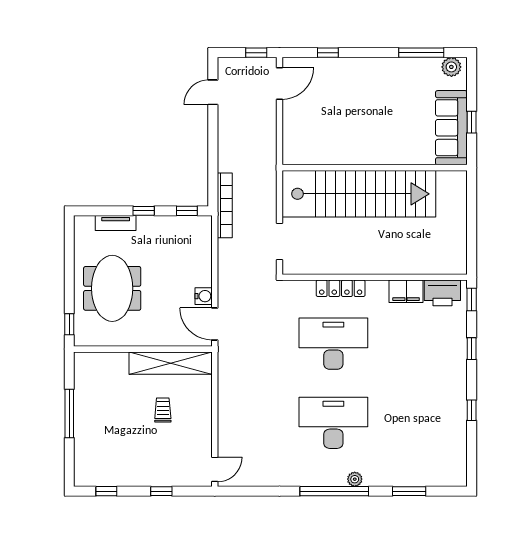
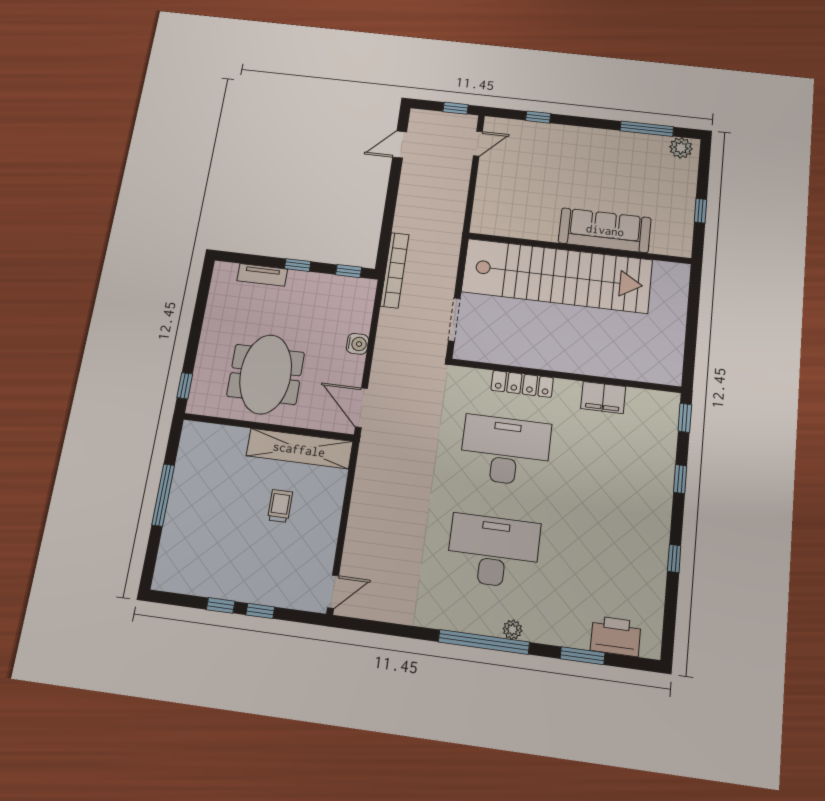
door: (279, 83) -> (478, 144), width x0.73
sofa: (451, 128) -> (605, 230), moved, turned 90
meeting table: (112, 288) -> (266, 374), moved
printer: (442, 293) -> (616, 636), moved, turned 180
water cooler: (204, 296) -> (357, 344), moved
window: (106, 491) -> (221, 605), moved

